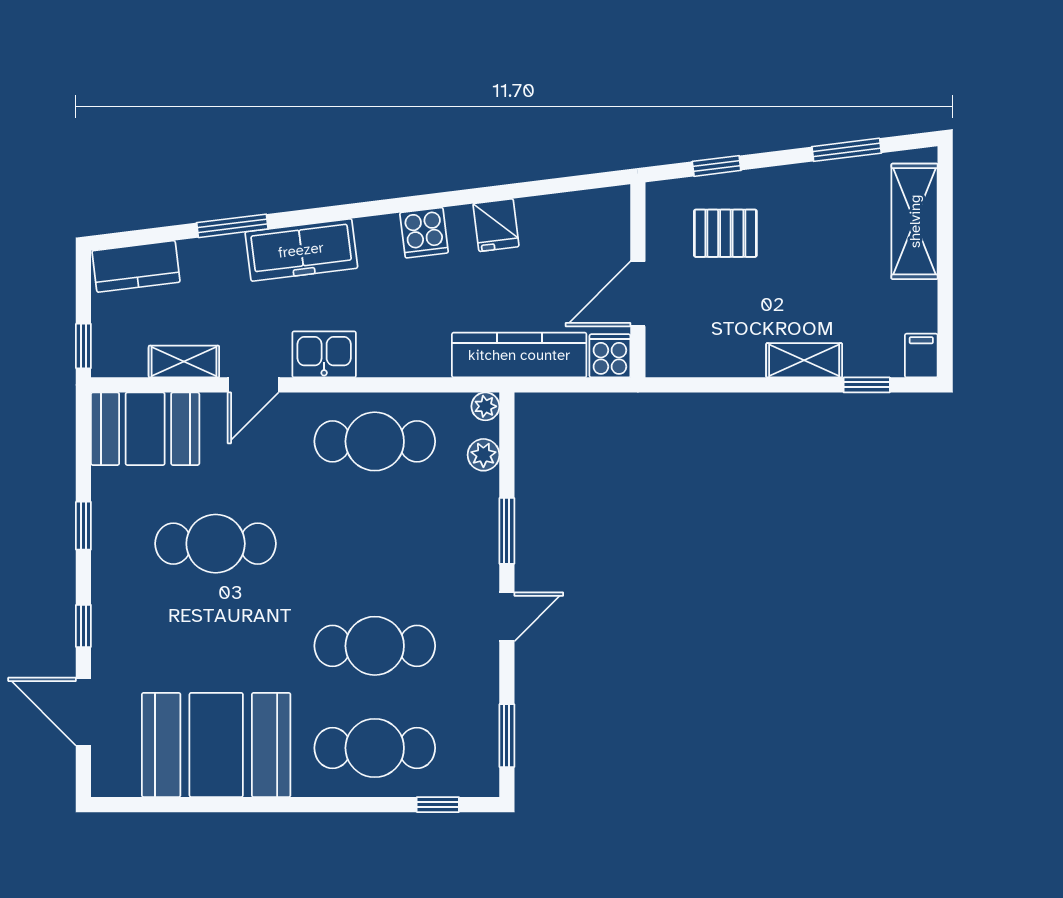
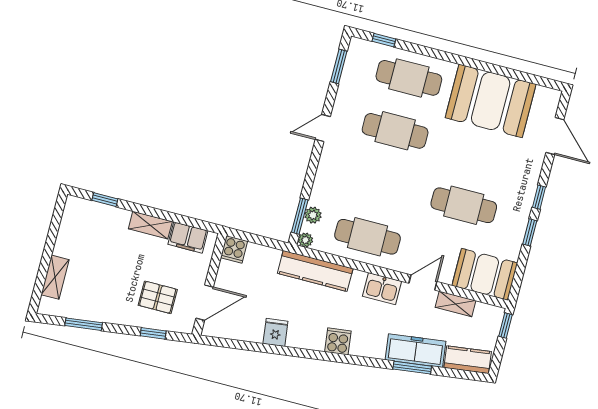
shelving: (915, 221) -> (55, 277), width x0.67, depth x0.75
cooker: (424, 233) -> (338, 341), moved
freezer: (301, 250) -> (415, 351), moved
door: (638, 294) -> (205, 303), moved
kitchen counter: (519, 355) -> (315, 271), moved
filing cabinet: (921, 356) -> (188, 238), moved, width x2.00
shelving: (804, 360) -> (150, 225), moved
window: (507, 531) -> (300, 216), moved
window: (83, 626) -> (539, 197), moved

